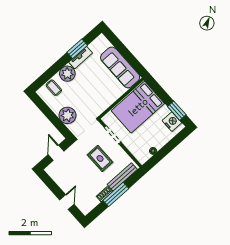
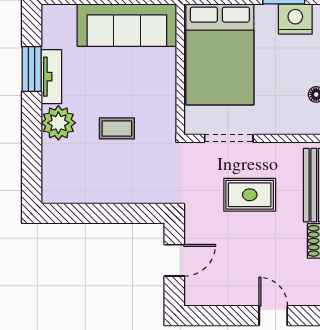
coffee table: (54, 88) -> (117, 128), moved
plant: (67, 115) -> (129, 185), removed
door: (56, 153) -> (174, 260), swing flipped

